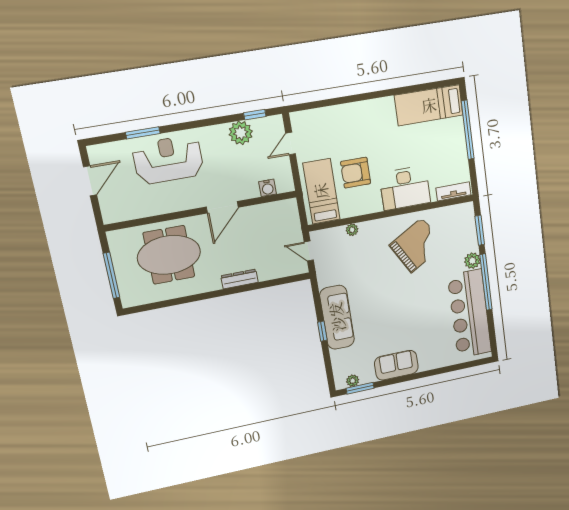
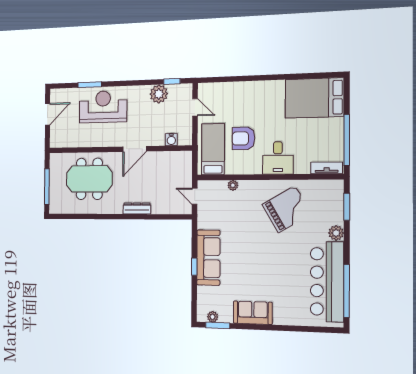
bed: (429, 105) -> (314, 98), width x1.50
window: (468, 130) -> (347, 140), moved
door: (291, 144) -> (195, 107), swing flipped
desk: (405, 188) -> (278, 158), width x0.73
window: (486, 282) -> (347, 291), moved

